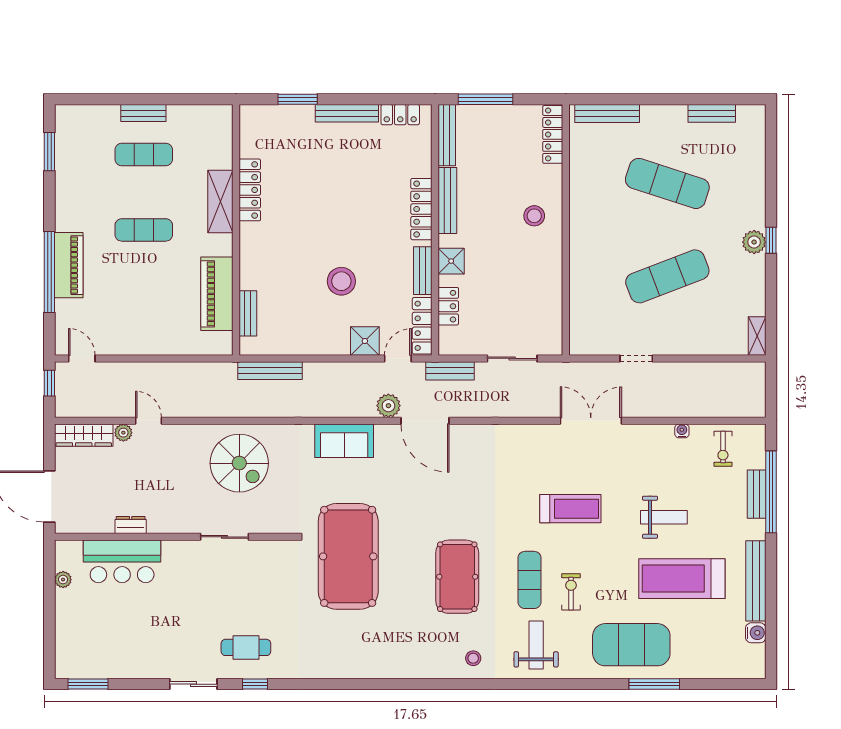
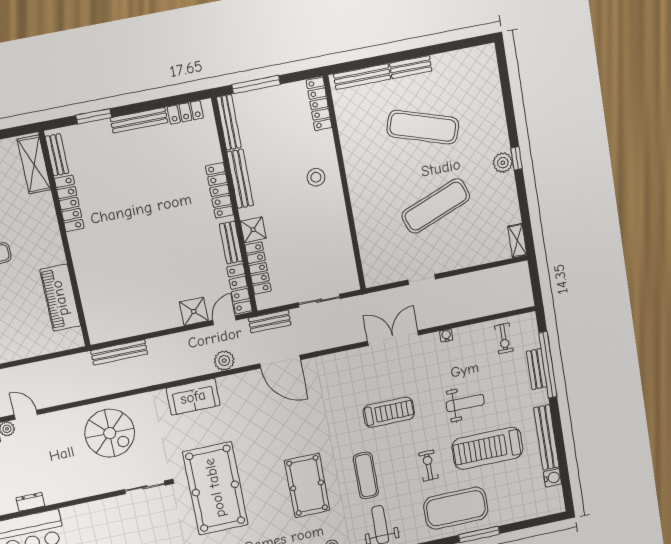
bench: (712, 113) -> (411, 67), moved
shelving: (220, 201) -> (34, 164), moved
stool: (341, 281) -> (164, 266), removed
locker: (448, 306) -> (258, 268), width x1.53
bench: (248, 313) -> (57, 155), moved
door: (425, 421) -> (280, 362), moved
water cooler: (682, 431) -> (446, 336), moved
sliding door: (224, 537) -> (145, 487), moved
exercise bike: (571, 592) -> (428, 466), moved

